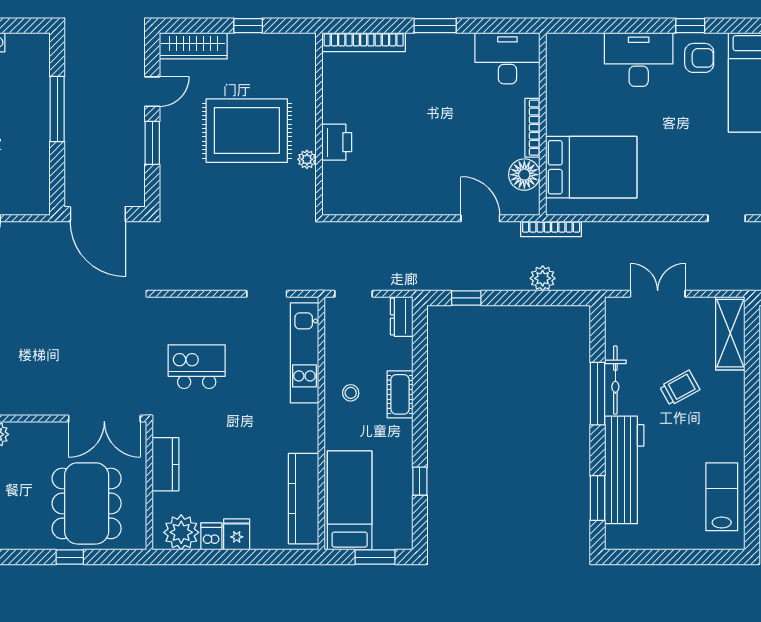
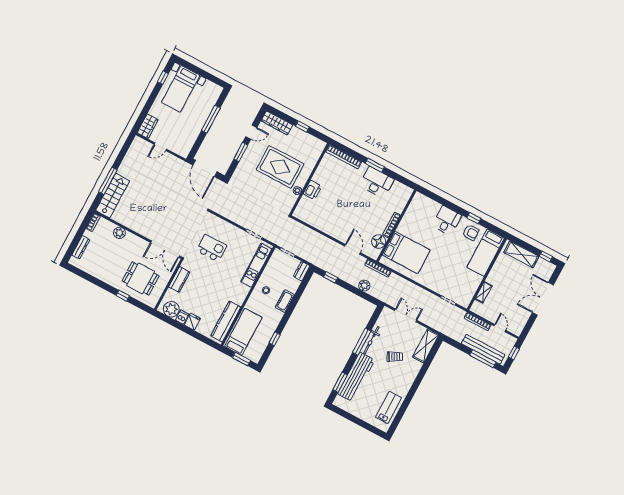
desk: (507, 58) -> (377, 182), moved
desk: (639, 60) -> (447, 221), width x0.73
dining table: (87, 503) -> (141, 278), width x0.73

